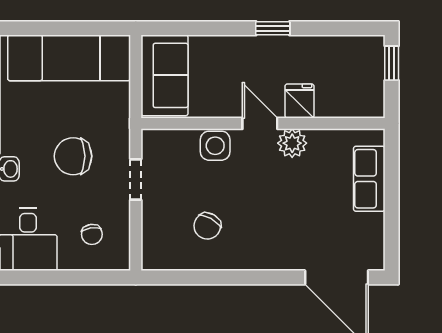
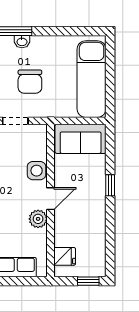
window: (273, 28) -> (110, 185), moved
fridge: (299, 101) -> (65, 256), moved
chair: (73, 156) -> (30, 82), turned 180

